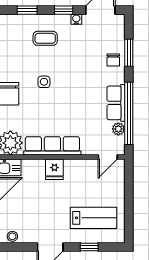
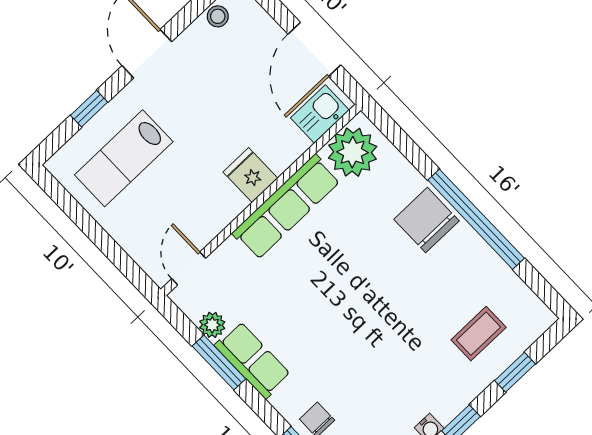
coffee table: (45, 38) -> (479, 334), moved
side table: (44, 82) -> (389, 290), removed
window: (129, 113) -> (219, 362), width x0.47

